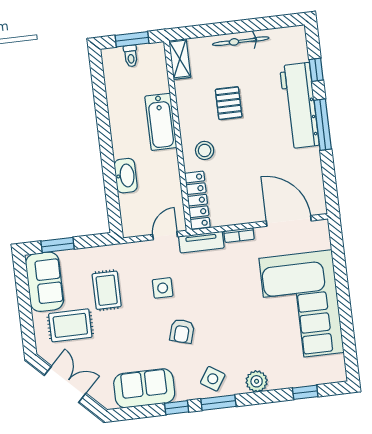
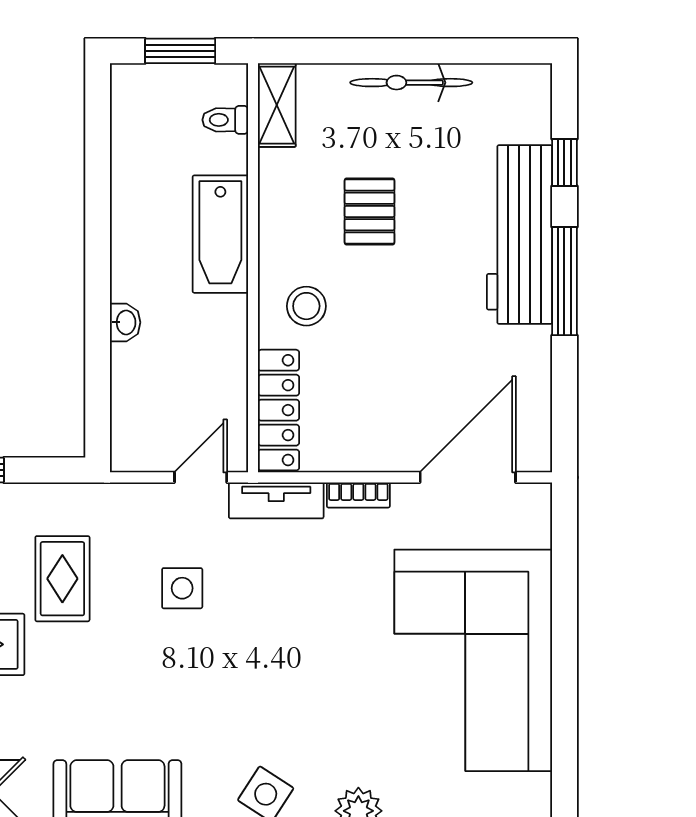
toilet: (131, 56) -> (225, 120), moved, turned 90
washbasin: (126, 176) -> (125, 322), width x0.52, depth x0.69
door: (289, 221) -> (468, 477), hinge flipped
armchair: (182, 331) -> (212, 685), removed

